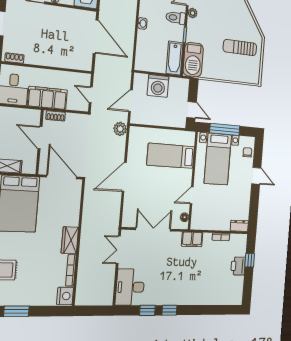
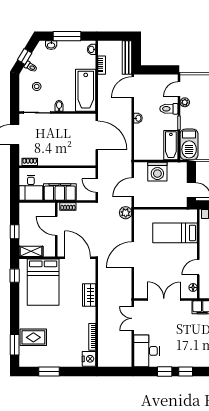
wardrobe: (70, 240) -> (89, 295), moved

